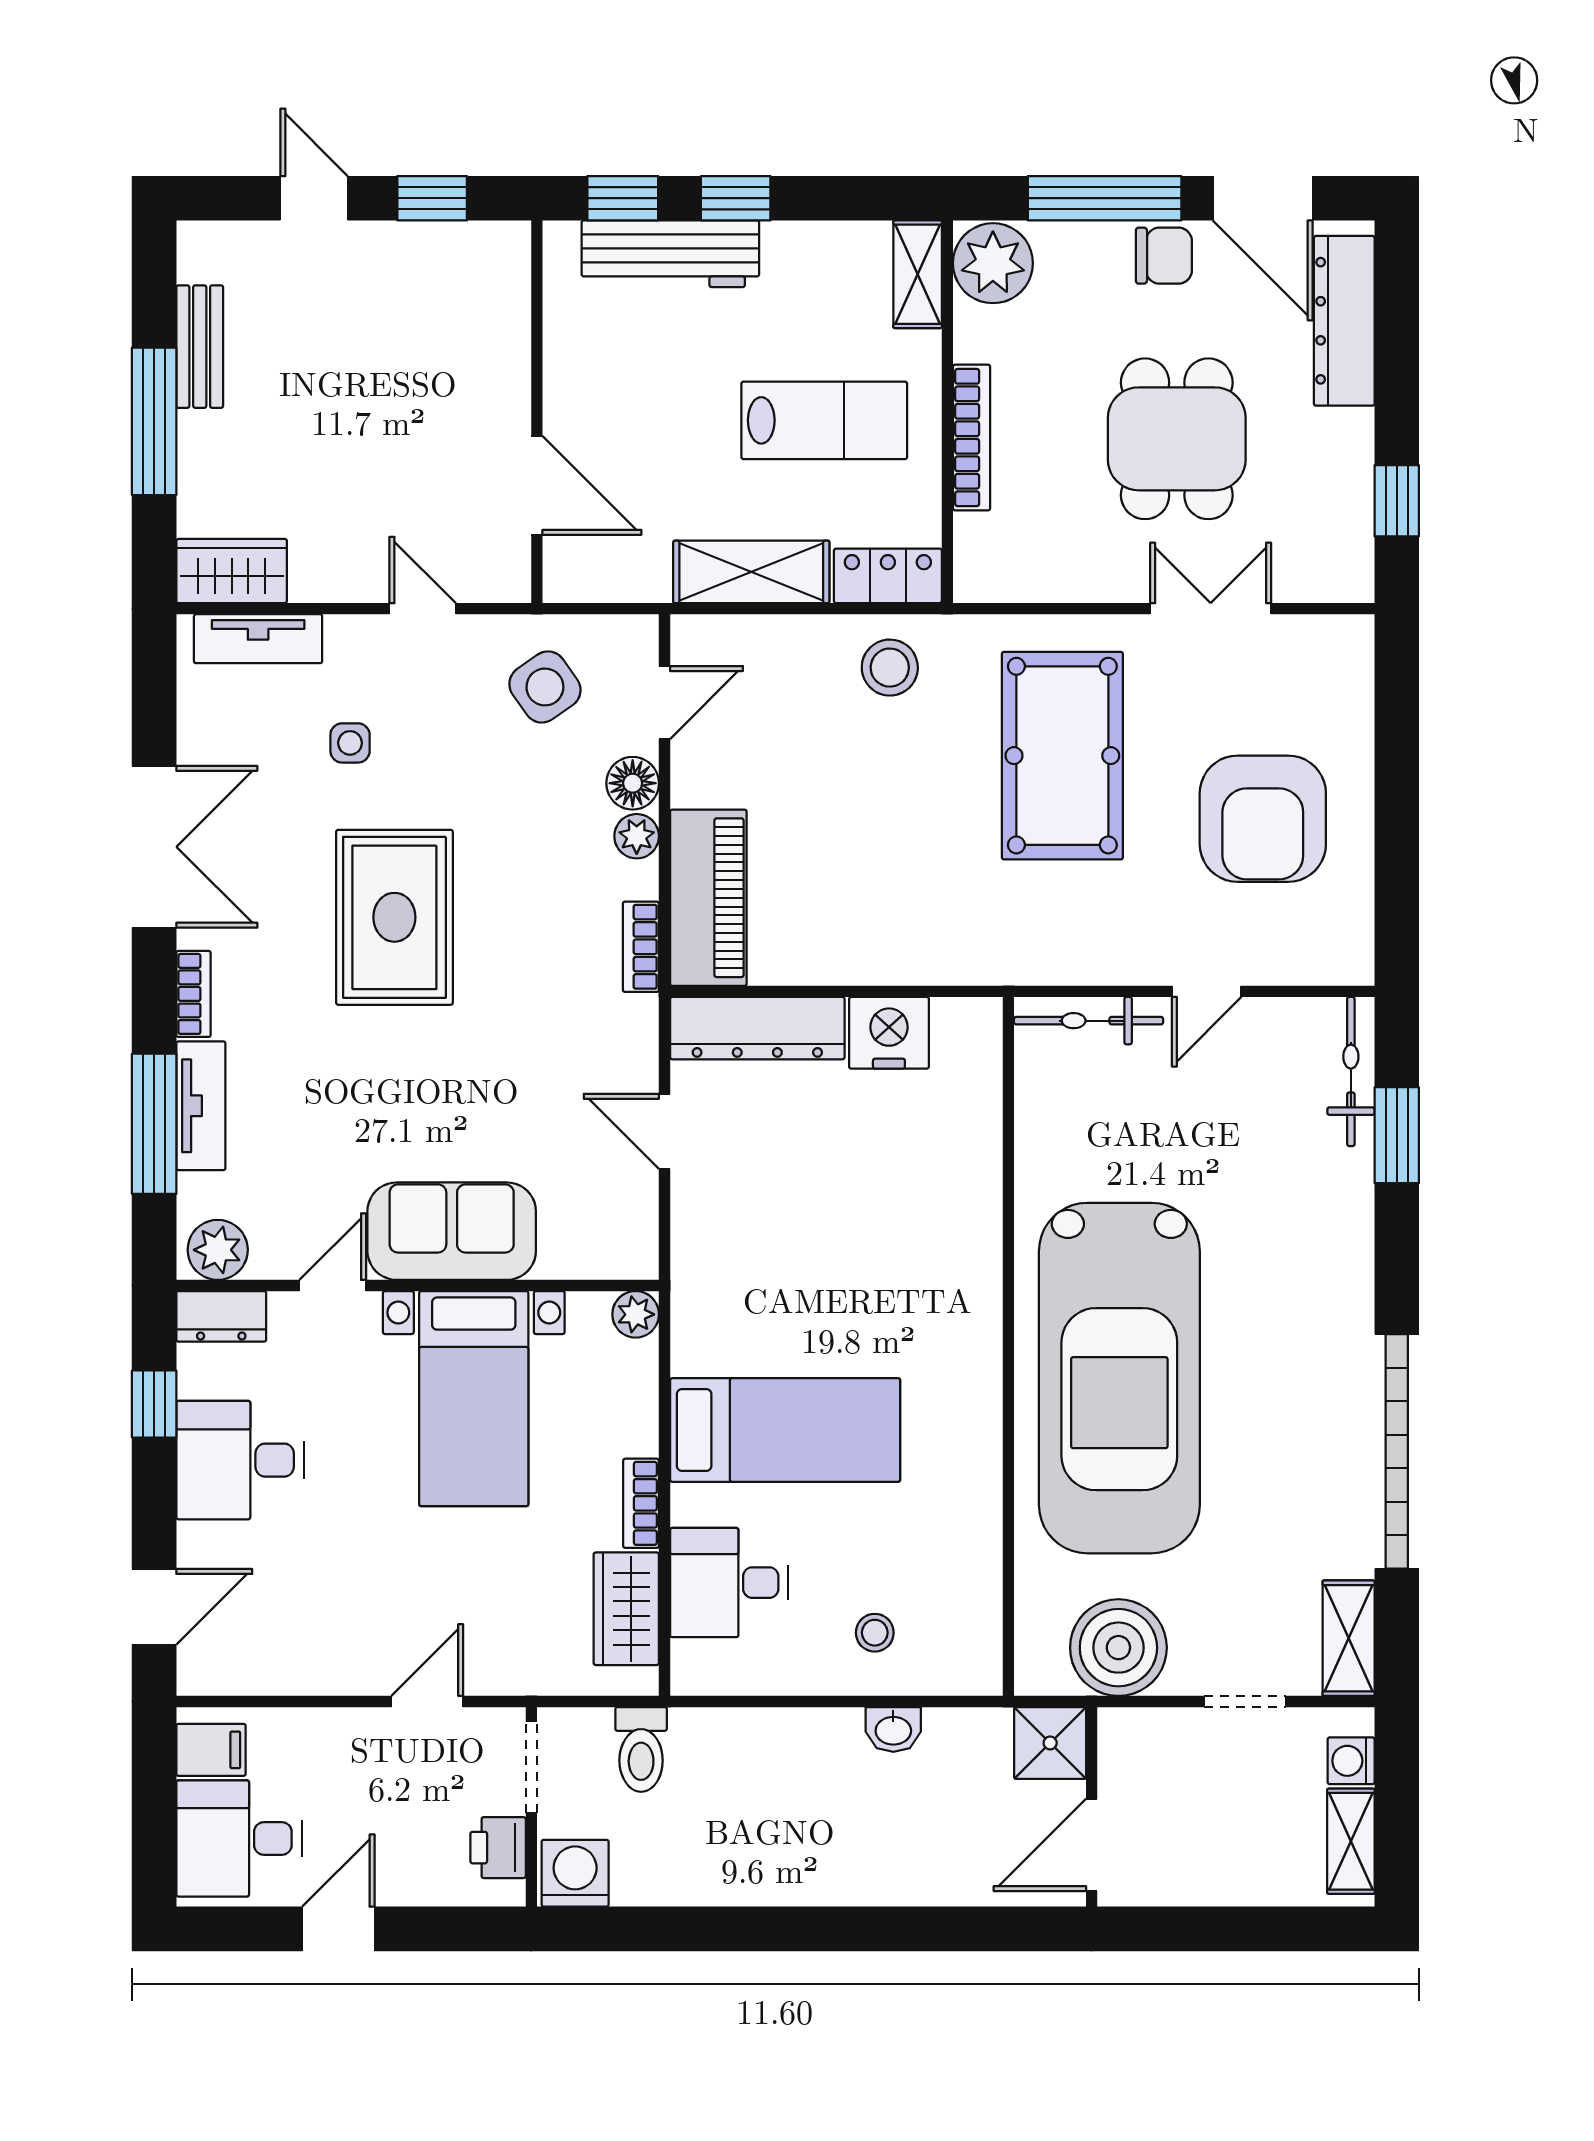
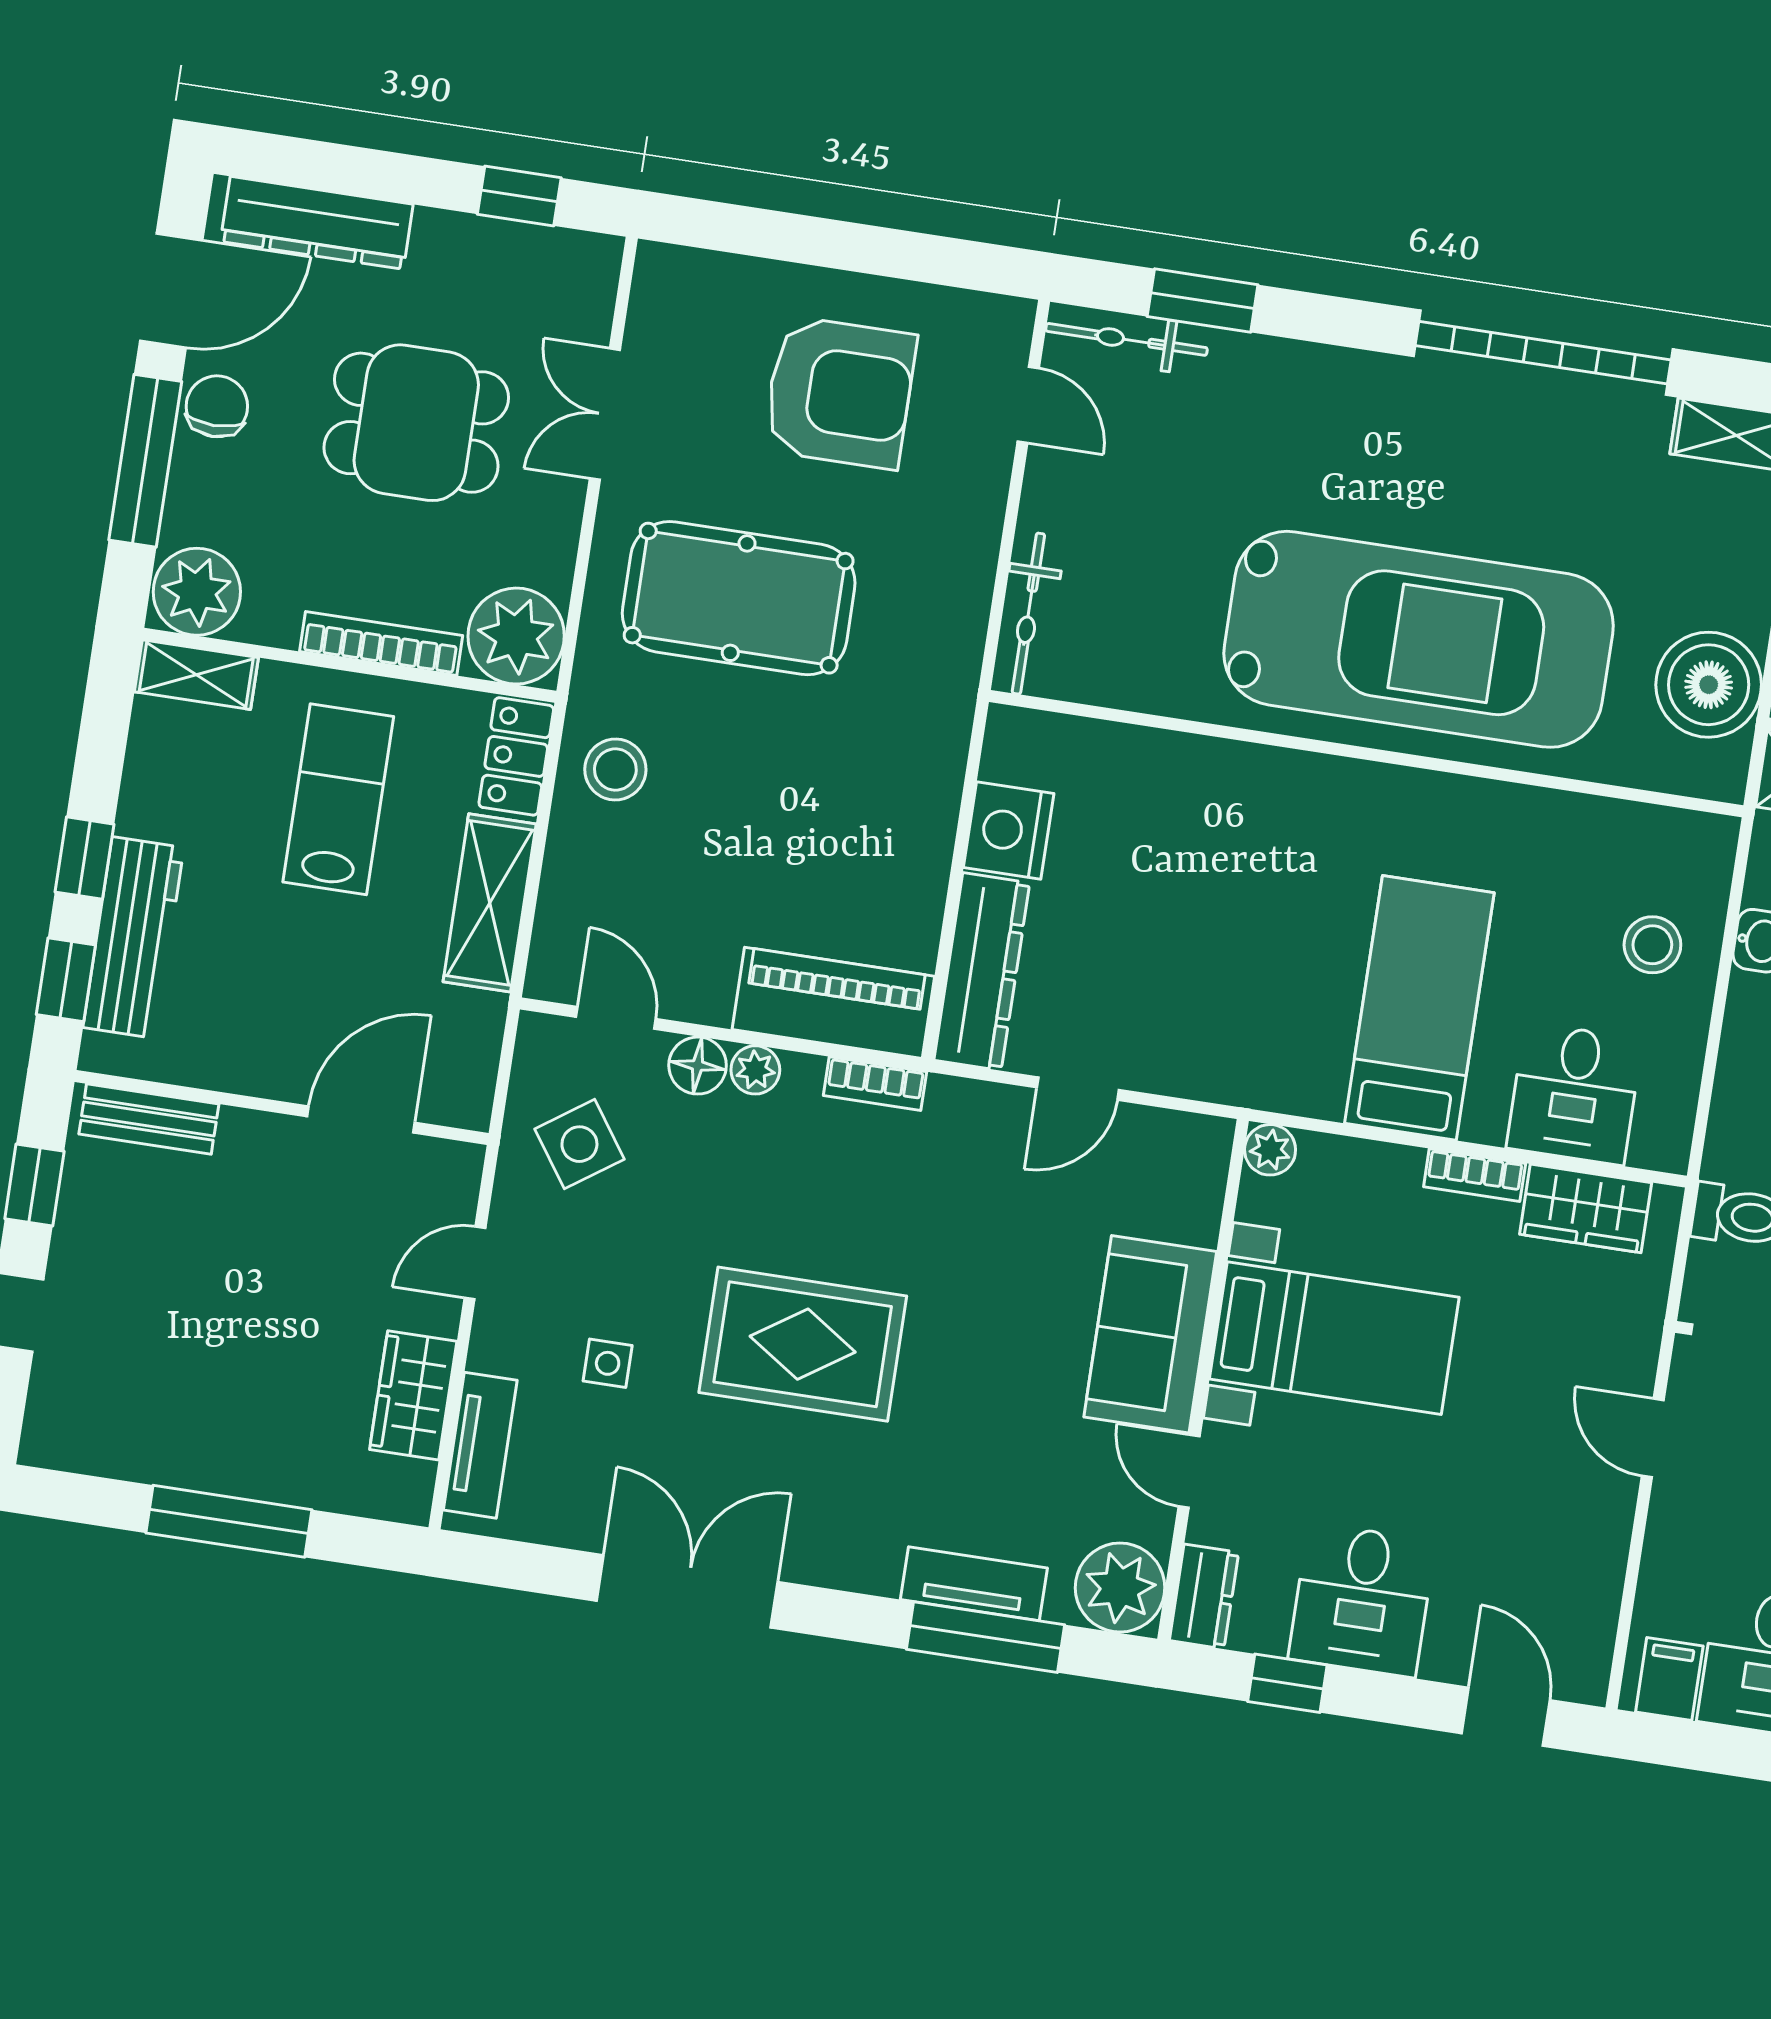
bench: (200, 347) -> (149, 1119), moved
plant: (997, 559) -> (516, 636), added
wardrobe: (232, 571) -> (413, 1395), moved
door: (1207, 991) -> (1028, 405), moved
bookcase: (194, 994) -> (852, 1573), removed
plant: (218, 1250) -> (1120, 1588), width x1.36, depth x1.36
stool: (875, 1633) -> (1652, 945), width x1.37, depth x1.37

